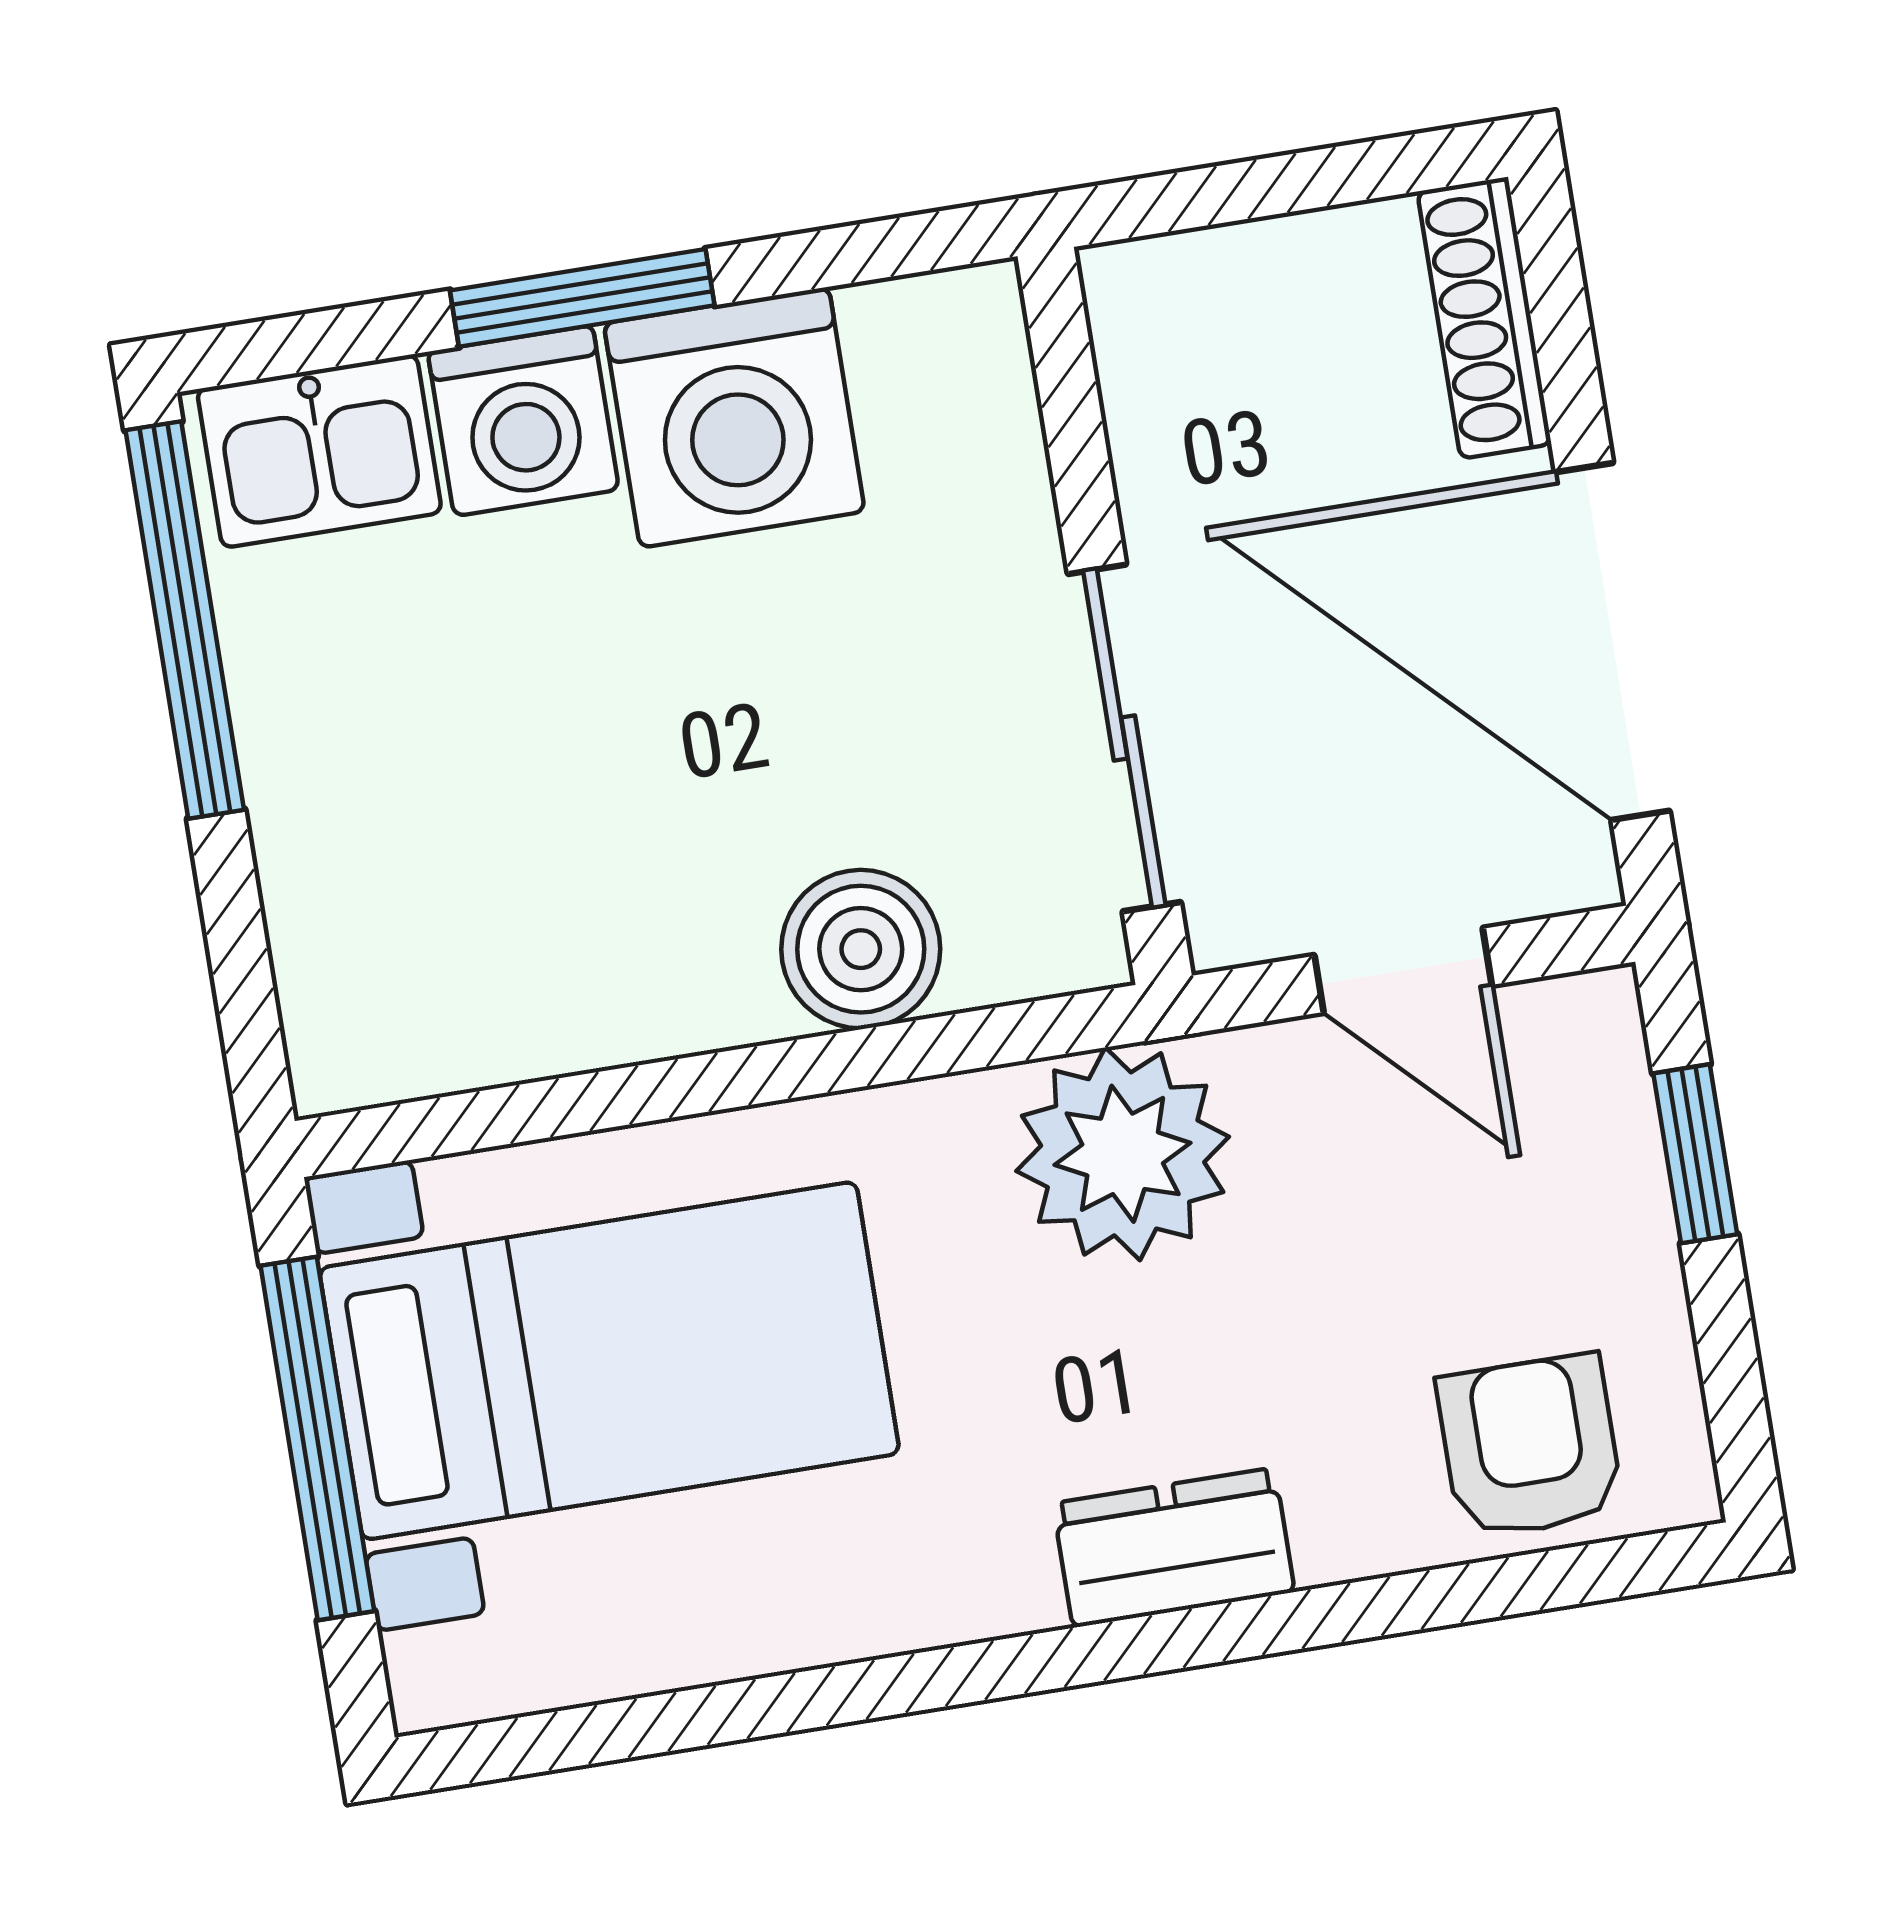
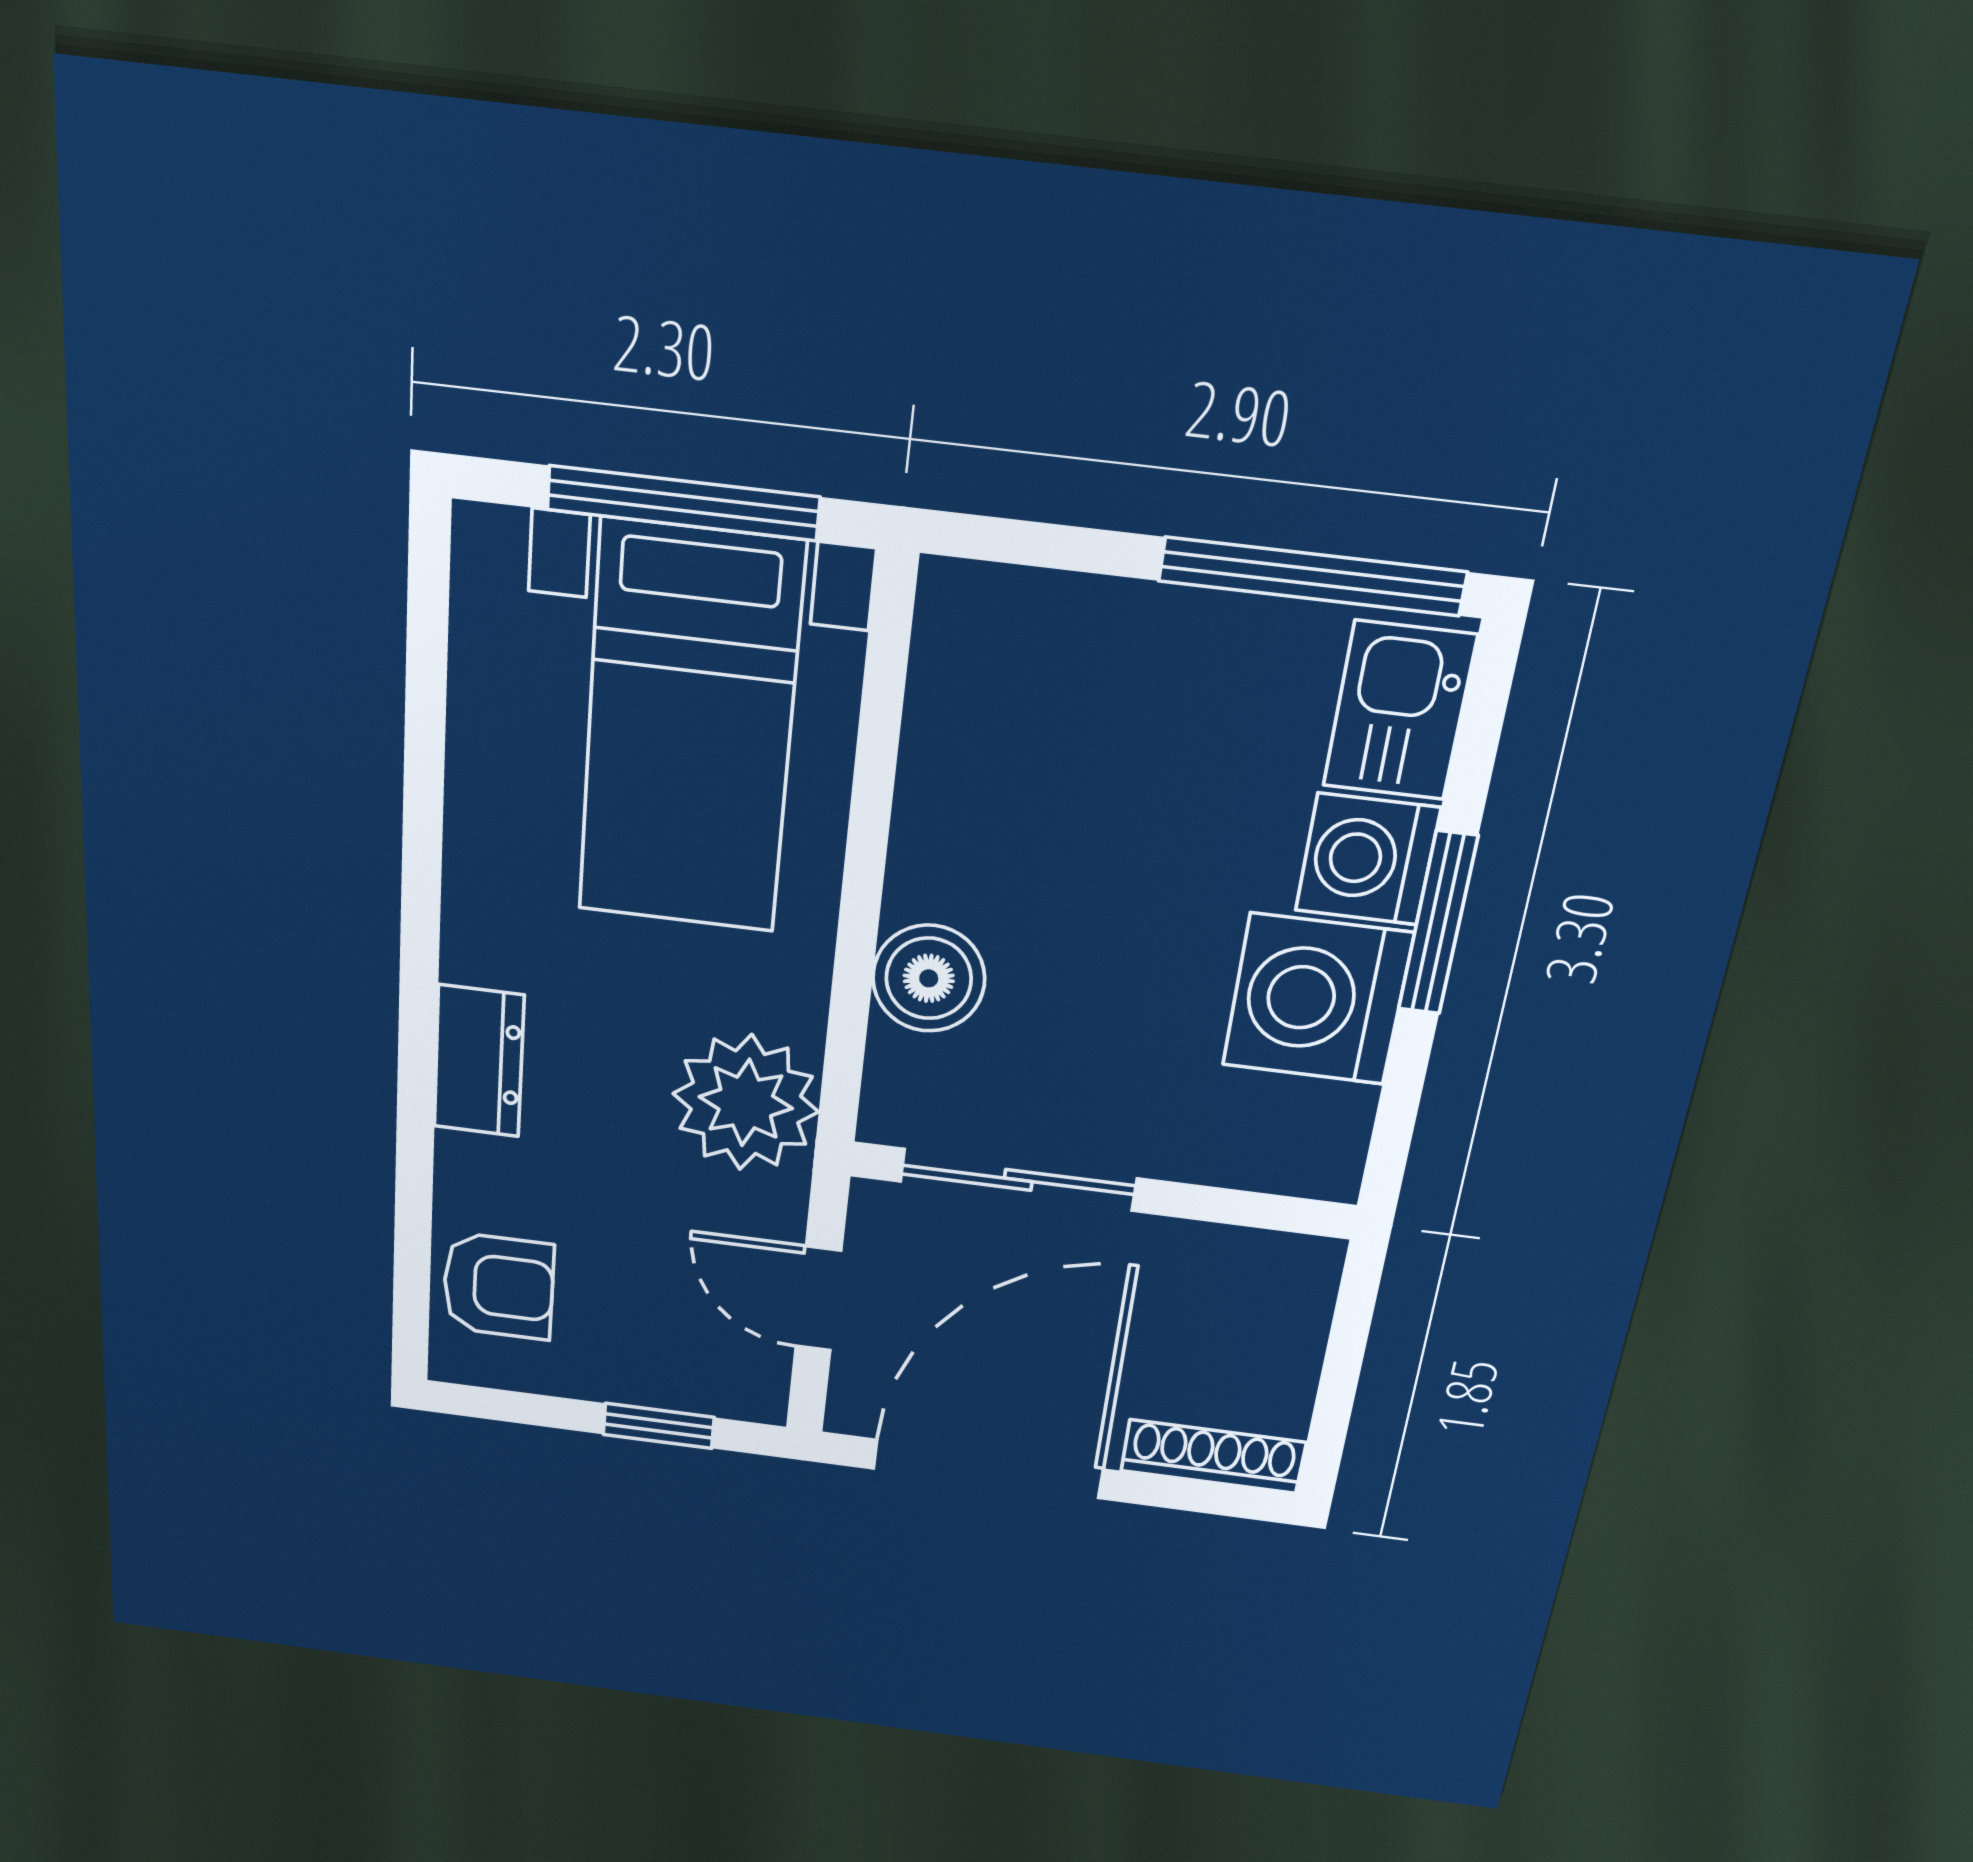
door: (1403, 970) -> (818, 1299), hinge flipped

